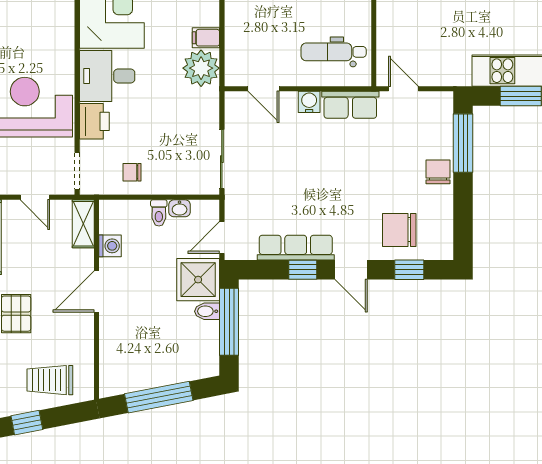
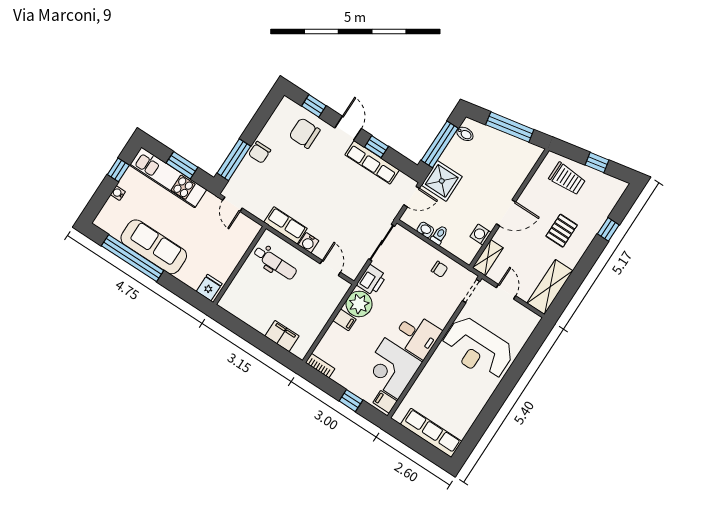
door: (403, 89) -> (232, 204), moved
printer: (94, 121) -> (372, 280), moved, turned 180
chair: (399, 230) -> (305, 133), turned 180
bidet: (207, 311) -> (465, 134), moved

